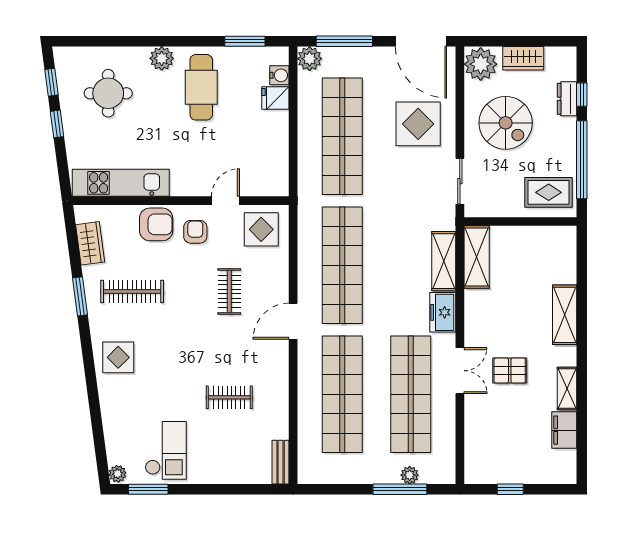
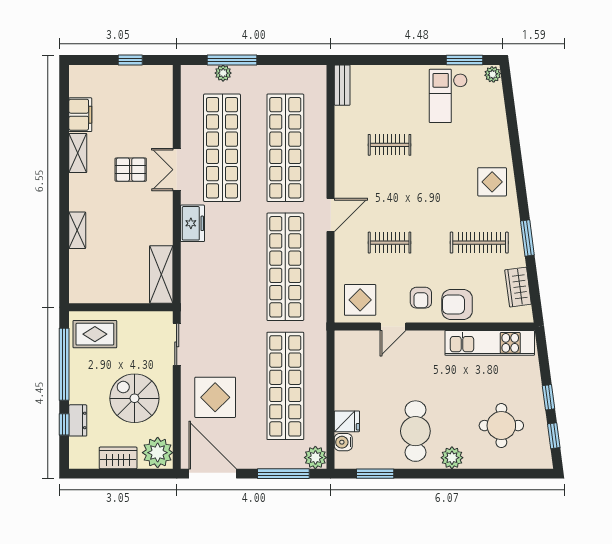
shelving: (444, 261) -> (191, 271), removed
clothes rail: (229, 291) -> (390, 243), turned 90
shelving: (565, 315) -> (77, 230), width x0.67, depth x0.75

